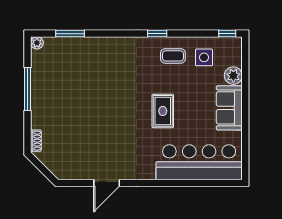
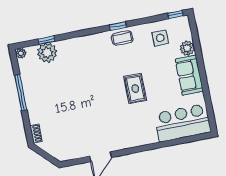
window: (70, 34) -> (47, 40), width x0.67
plant: (68, 48) -> (47, 53), added
coffee table: (173, 56) -> (122, 38), moved
bar counter: (199, 162) -> (183, 123), width x0.73

